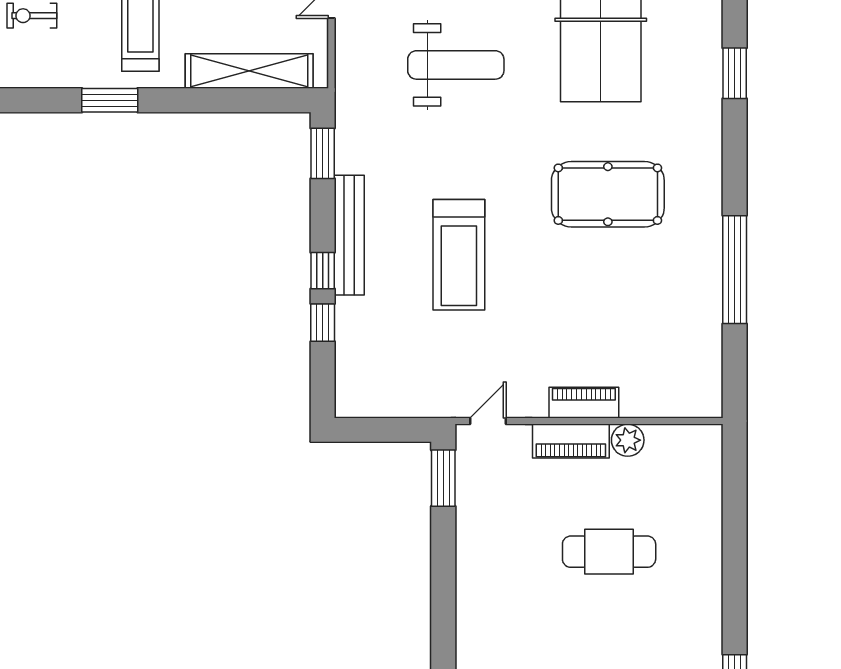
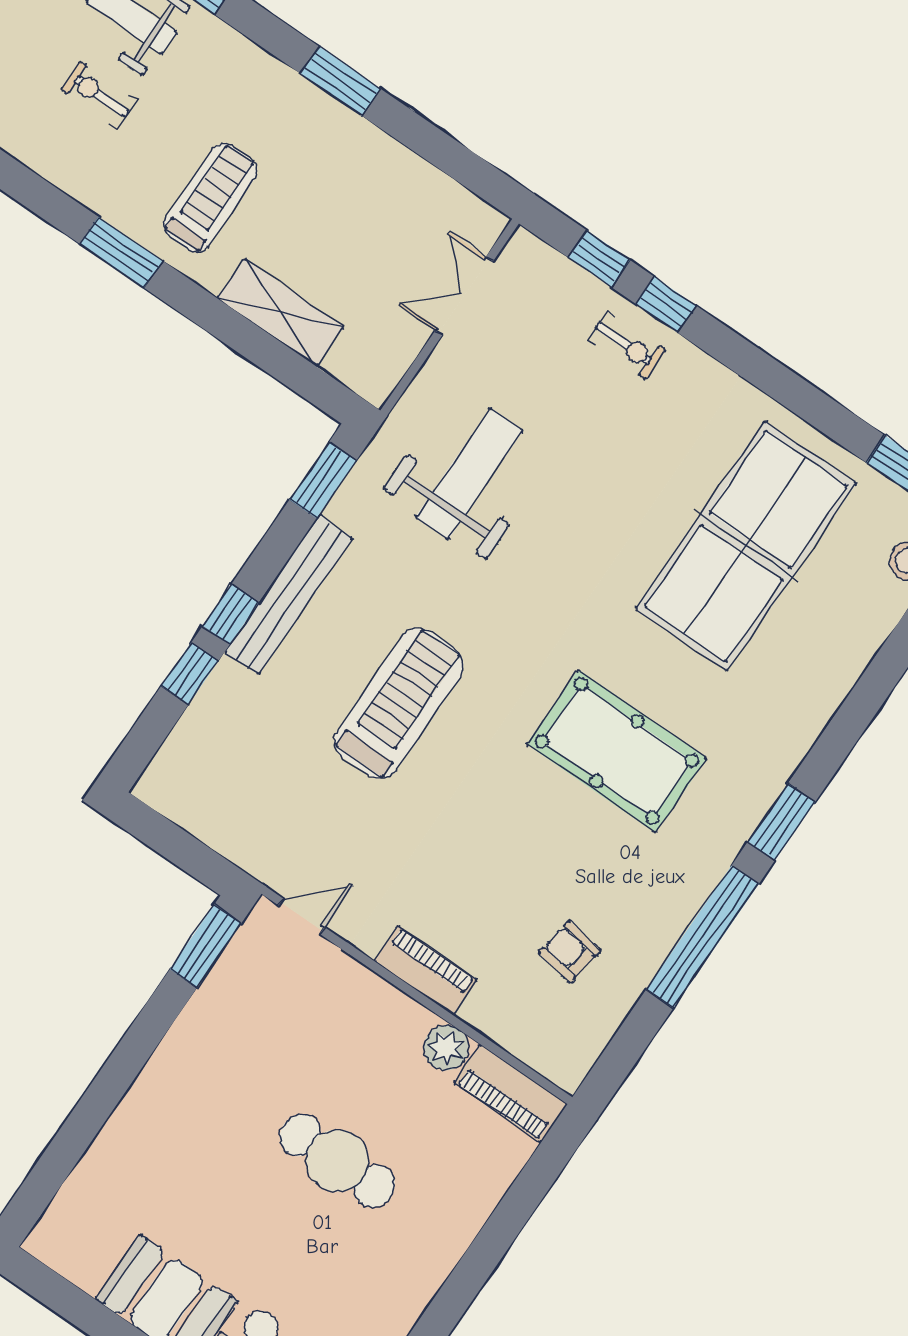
weight bench: (456, 65) -> (469, 474), moved, turned -90
shelving: (249, 71) -> (280, 313), width x0.68
window: (735, 73) -> (782, 822), moved
treadmill: (459, 255) -> (399, 703), turned 180
armchair: (662, 333) -> (570, 952), added
piano: (571, 441) -> (510, 1094), moved

